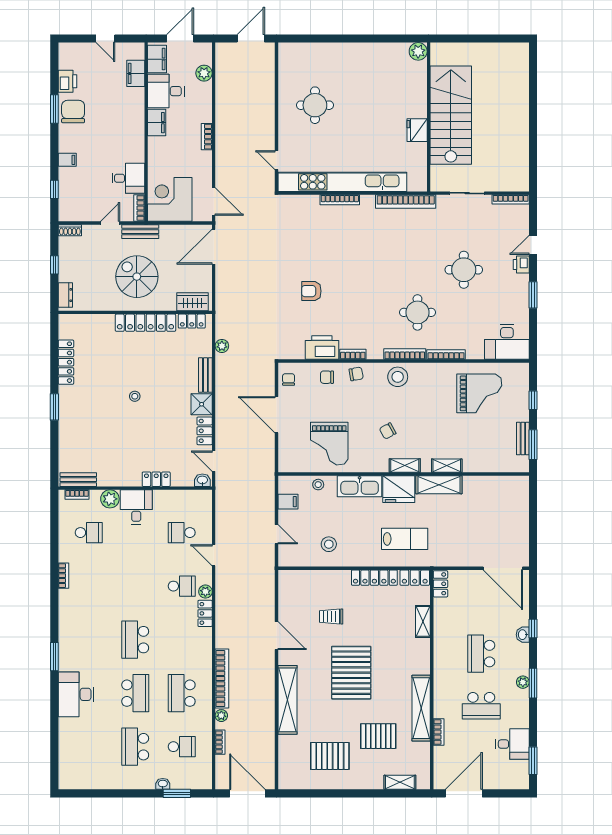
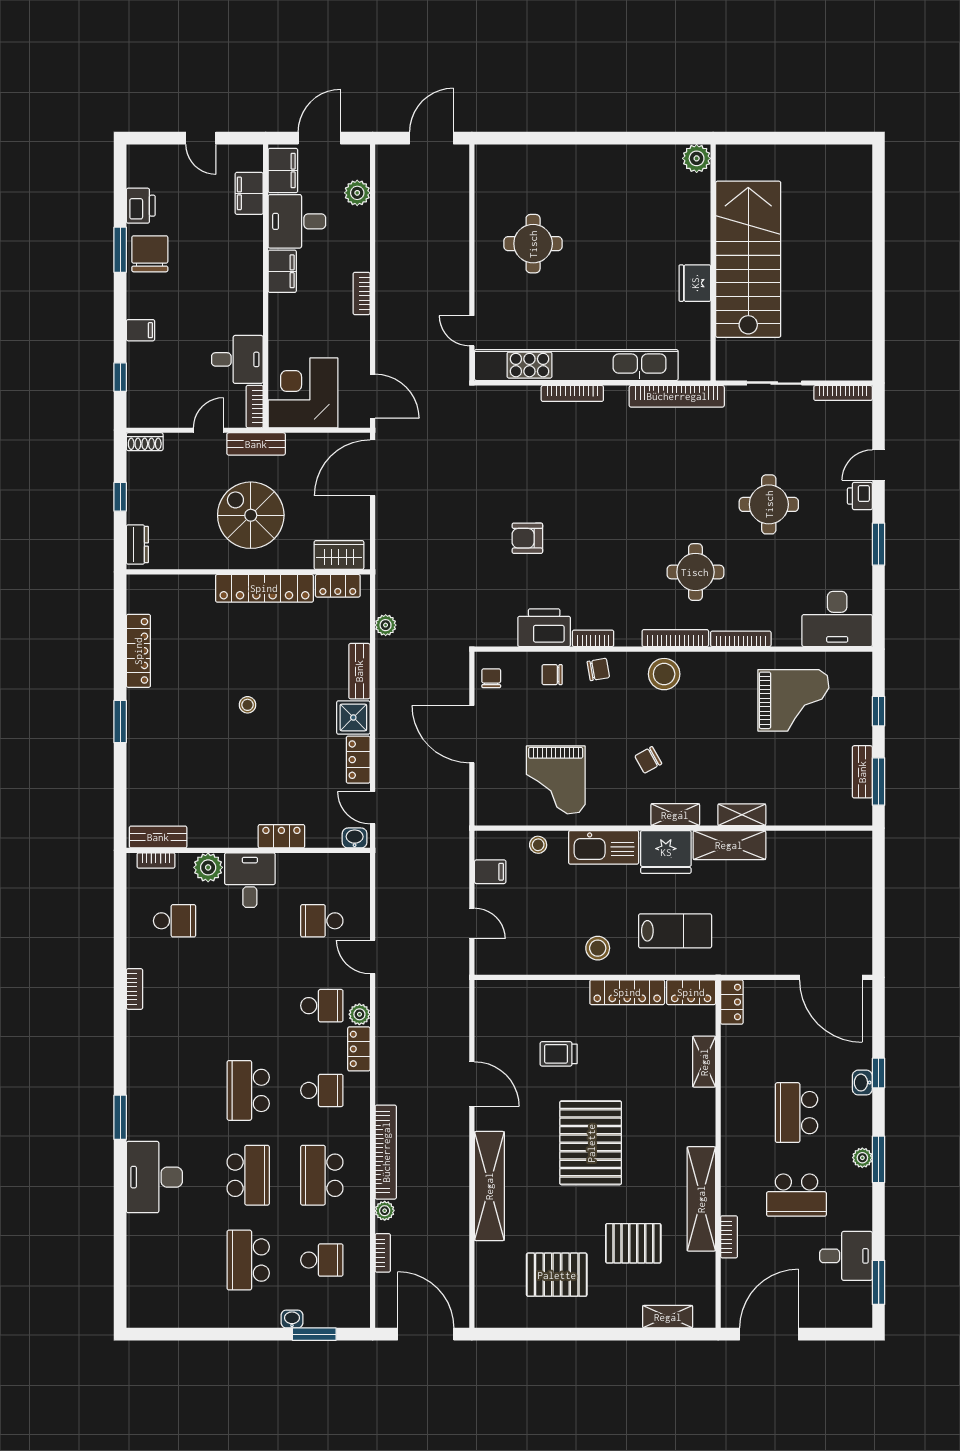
stool: (329, 544) -> (598, 948), moved
school desk: (182, 640) -> (322, 1090), added

